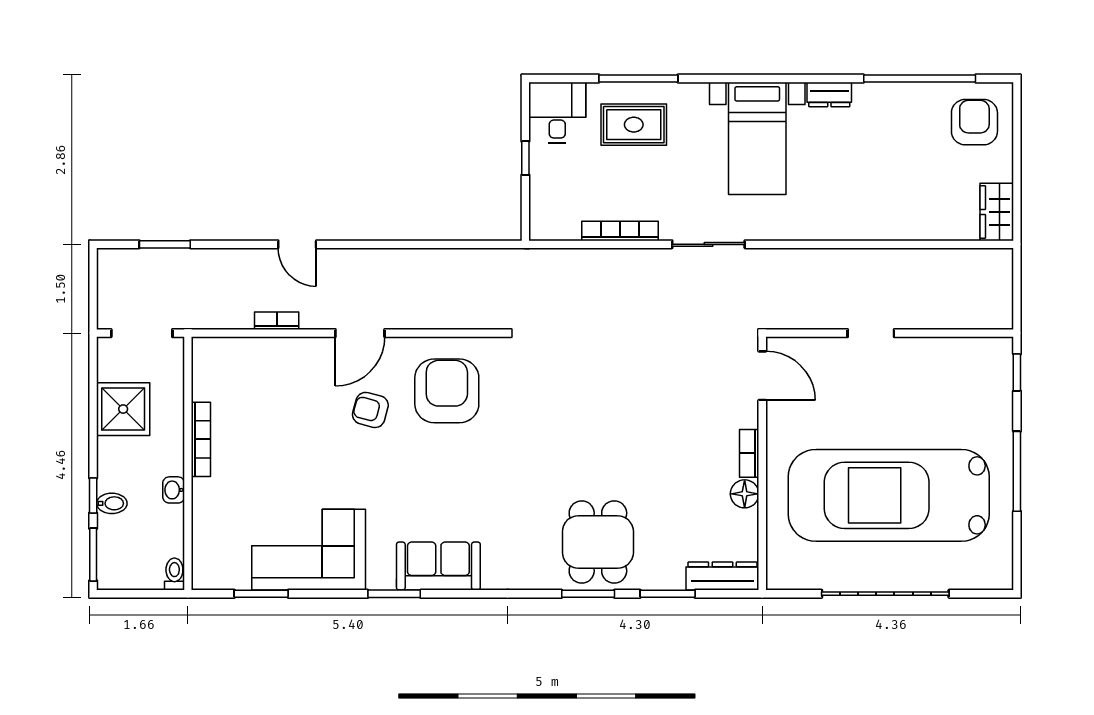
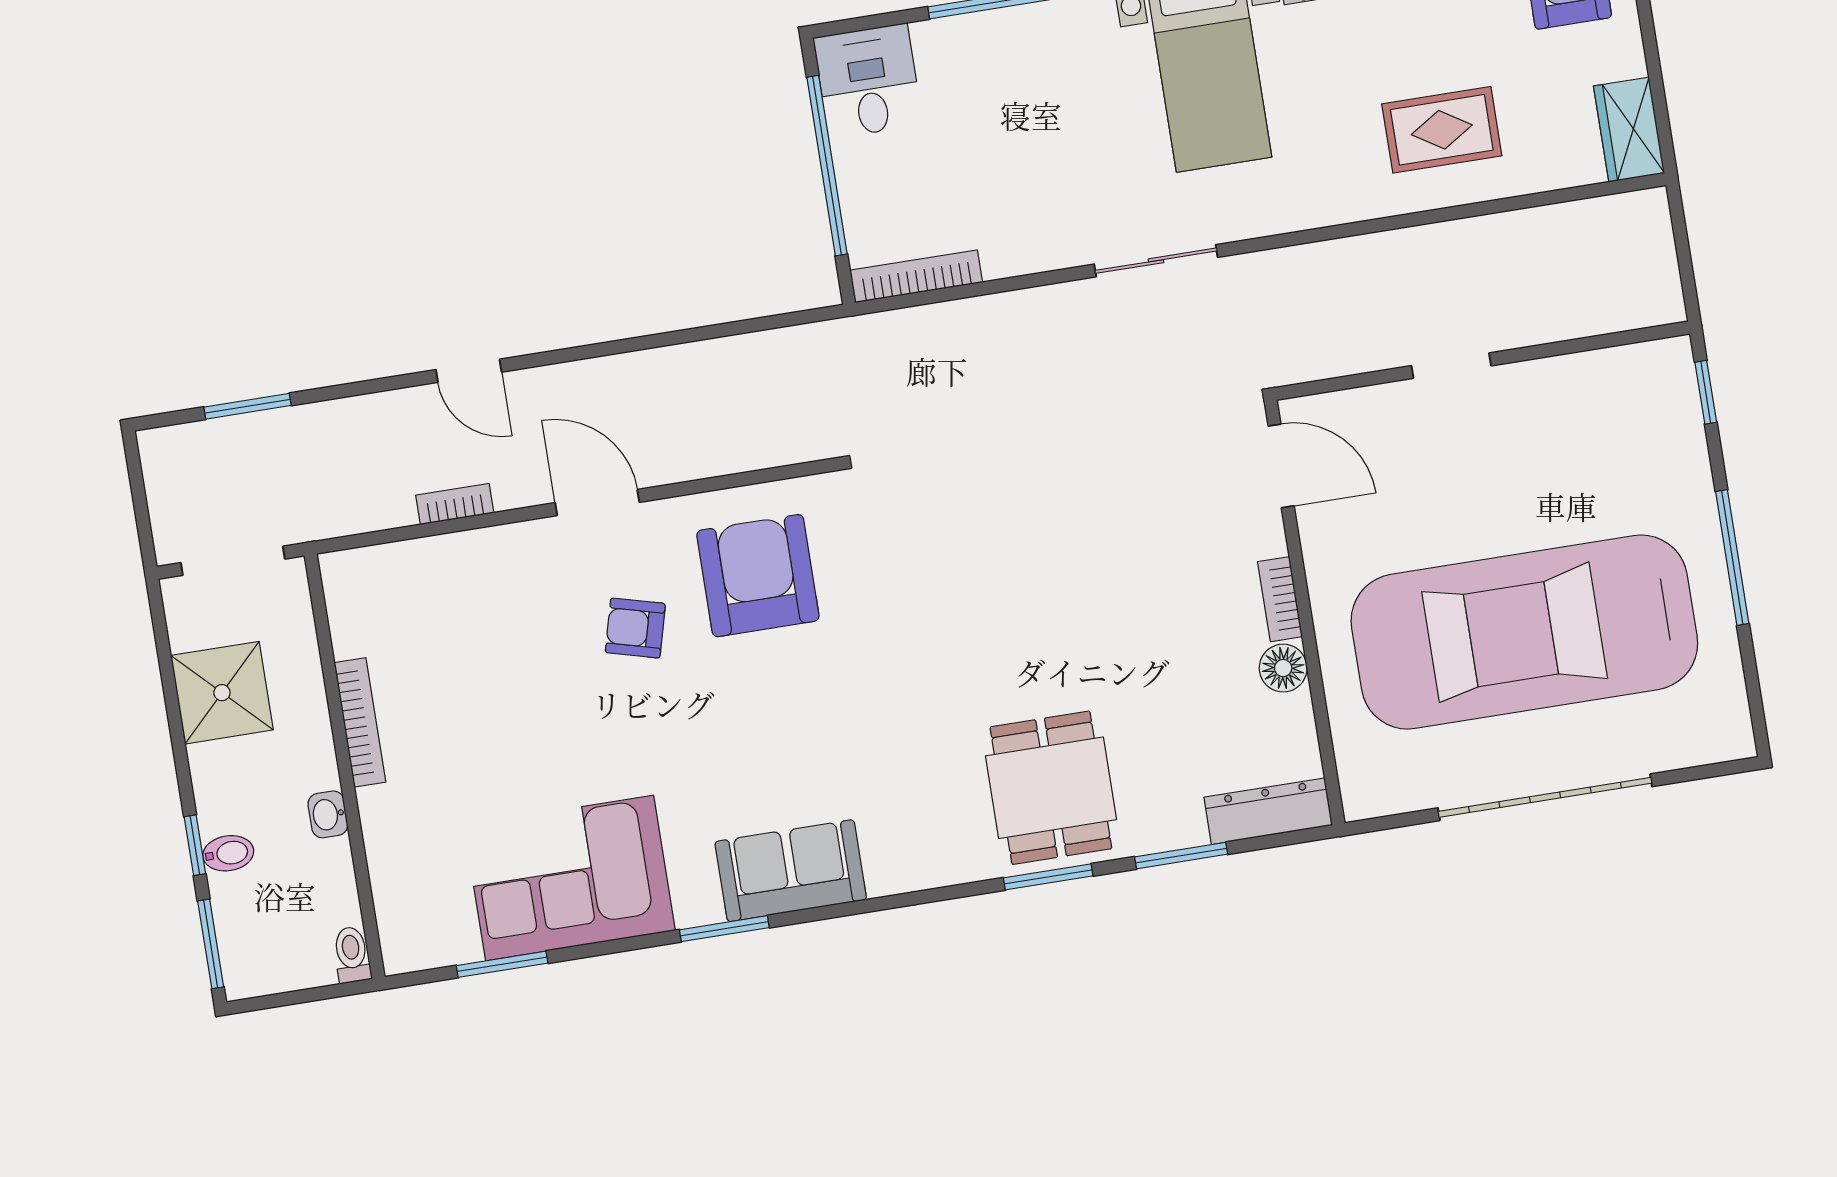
rug: (634, 125) -> (1442, 130), moved
window: (525, 158) -> (827, 166), width x3.17
bookcase: (620, 231) -> (916, 276), moved
door: (360, 333) -> (597, 502), swing flipped

